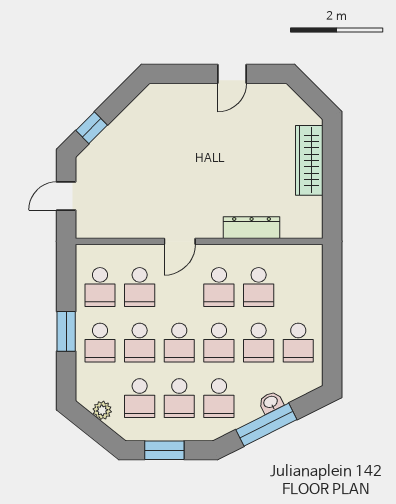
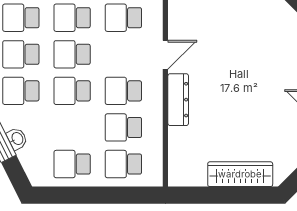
dresser: (252, 228) -> (178, 100), moved
door: (180, 241) -> (165, 55), swing flipped
school desk: (259, 343) -> (123, 164), moved

